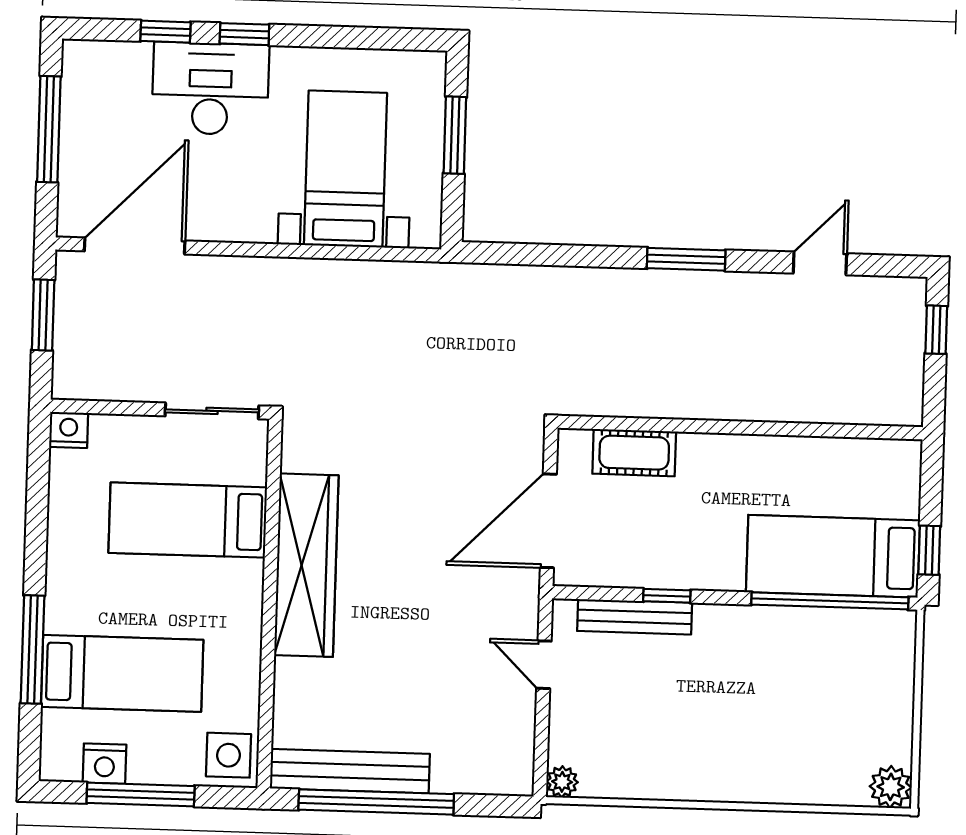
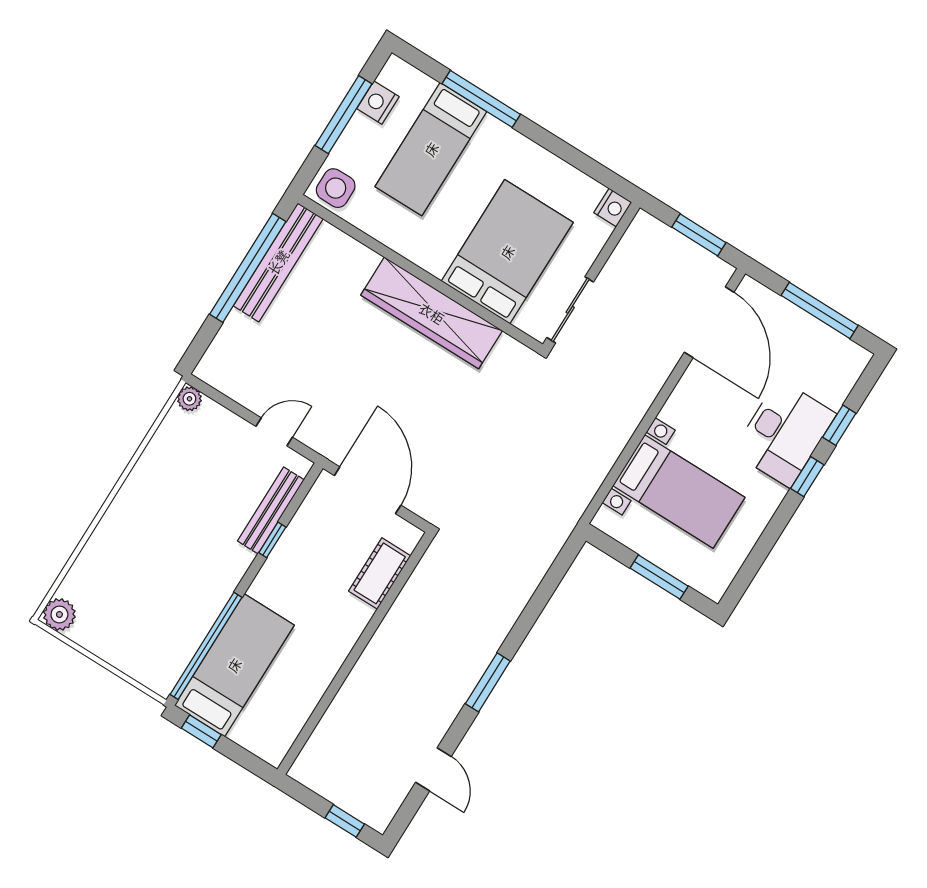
bed: (188, 520) -> (507, 252), width x1.50

